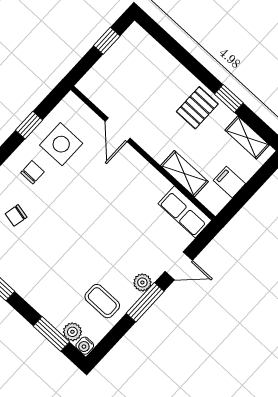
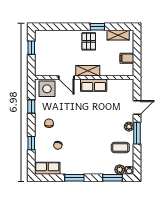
side table: (61, 144) -> (47, 89), moved
shelving: (184, 174) -> (88, 71), moved
row of seats: (185, 212) -> (94, 85), moved

